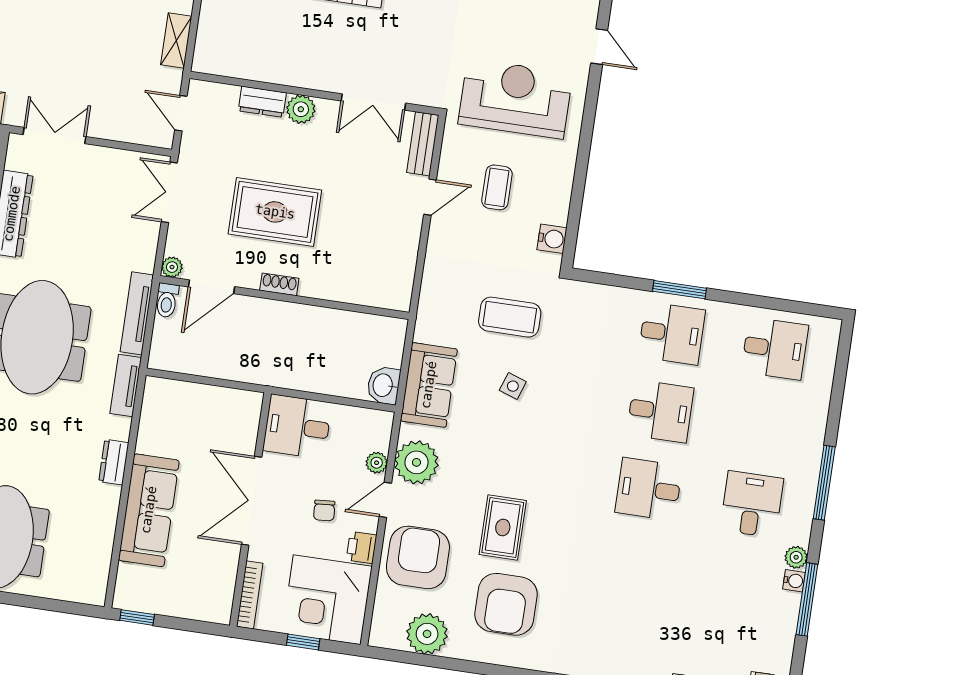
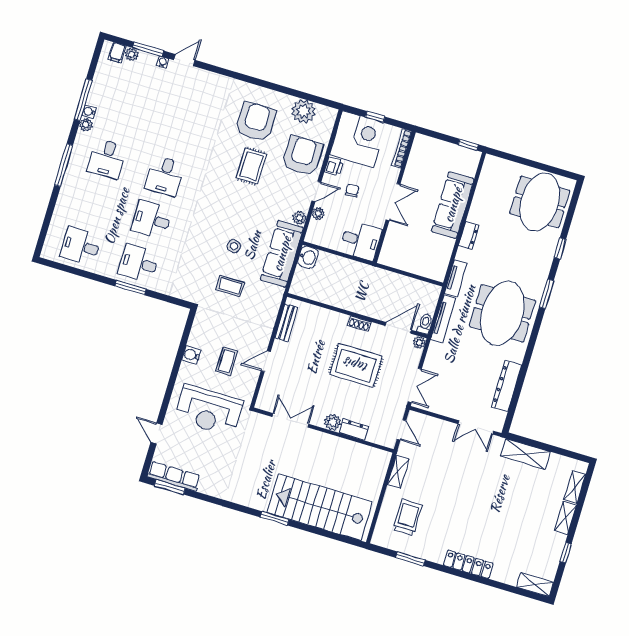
bench: (423, 144) -> (286, 323), moved
water cooler: (552, 239) -> (191, 355), moved
coffee table: (510, 317) -> (230, 286), width x0.73, depth x0.77
sofa: (429, 385) -> (282, 254), width x1.36
plant: (416, 462) -> (299, 218), width x0.53, depth x0.53
desk: (649, 489) -> (165, 176), turned 90
double door: (252, 501) -> (393, 202), width x0.73
armchair: (418, 557) -> (302, 156), turned 180

